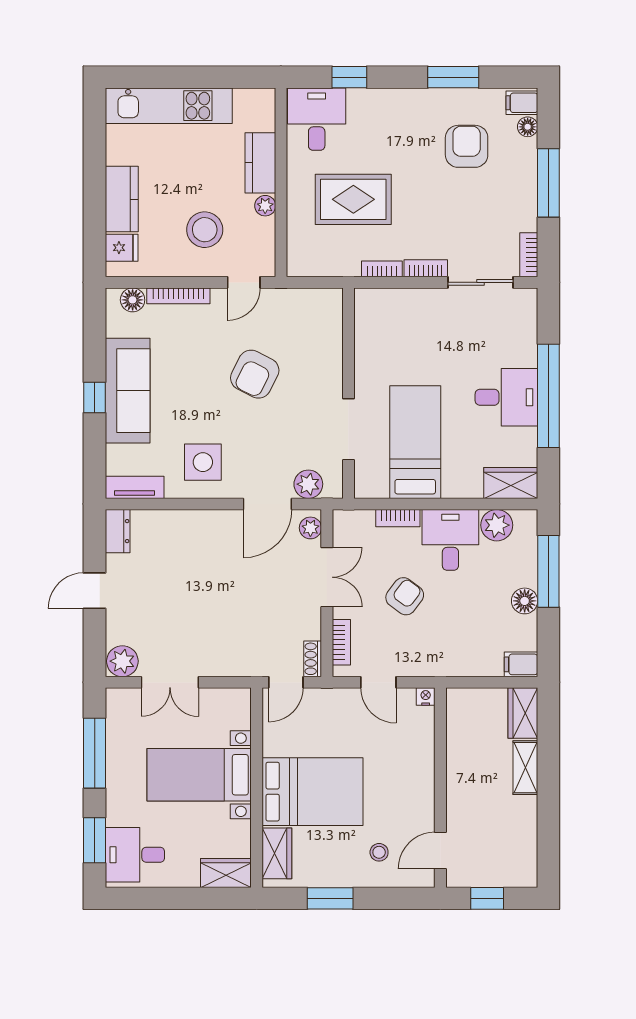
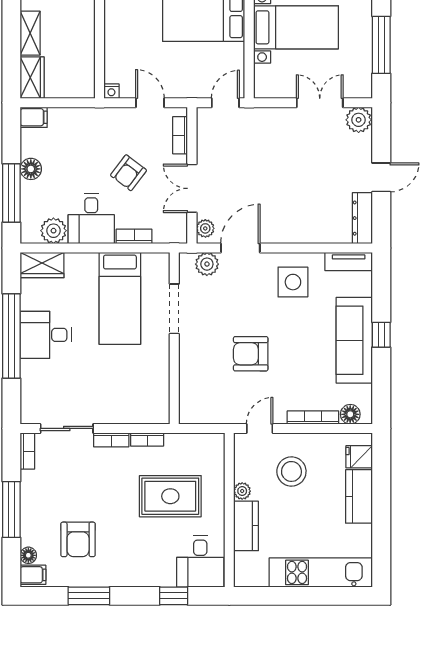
armchair: (255, 374) -> (251, 354), turned -117
dresser: (118, 531) -> (362, 218), width x1.44
shoe rack: (313, 659) -> (203, 122), removed

